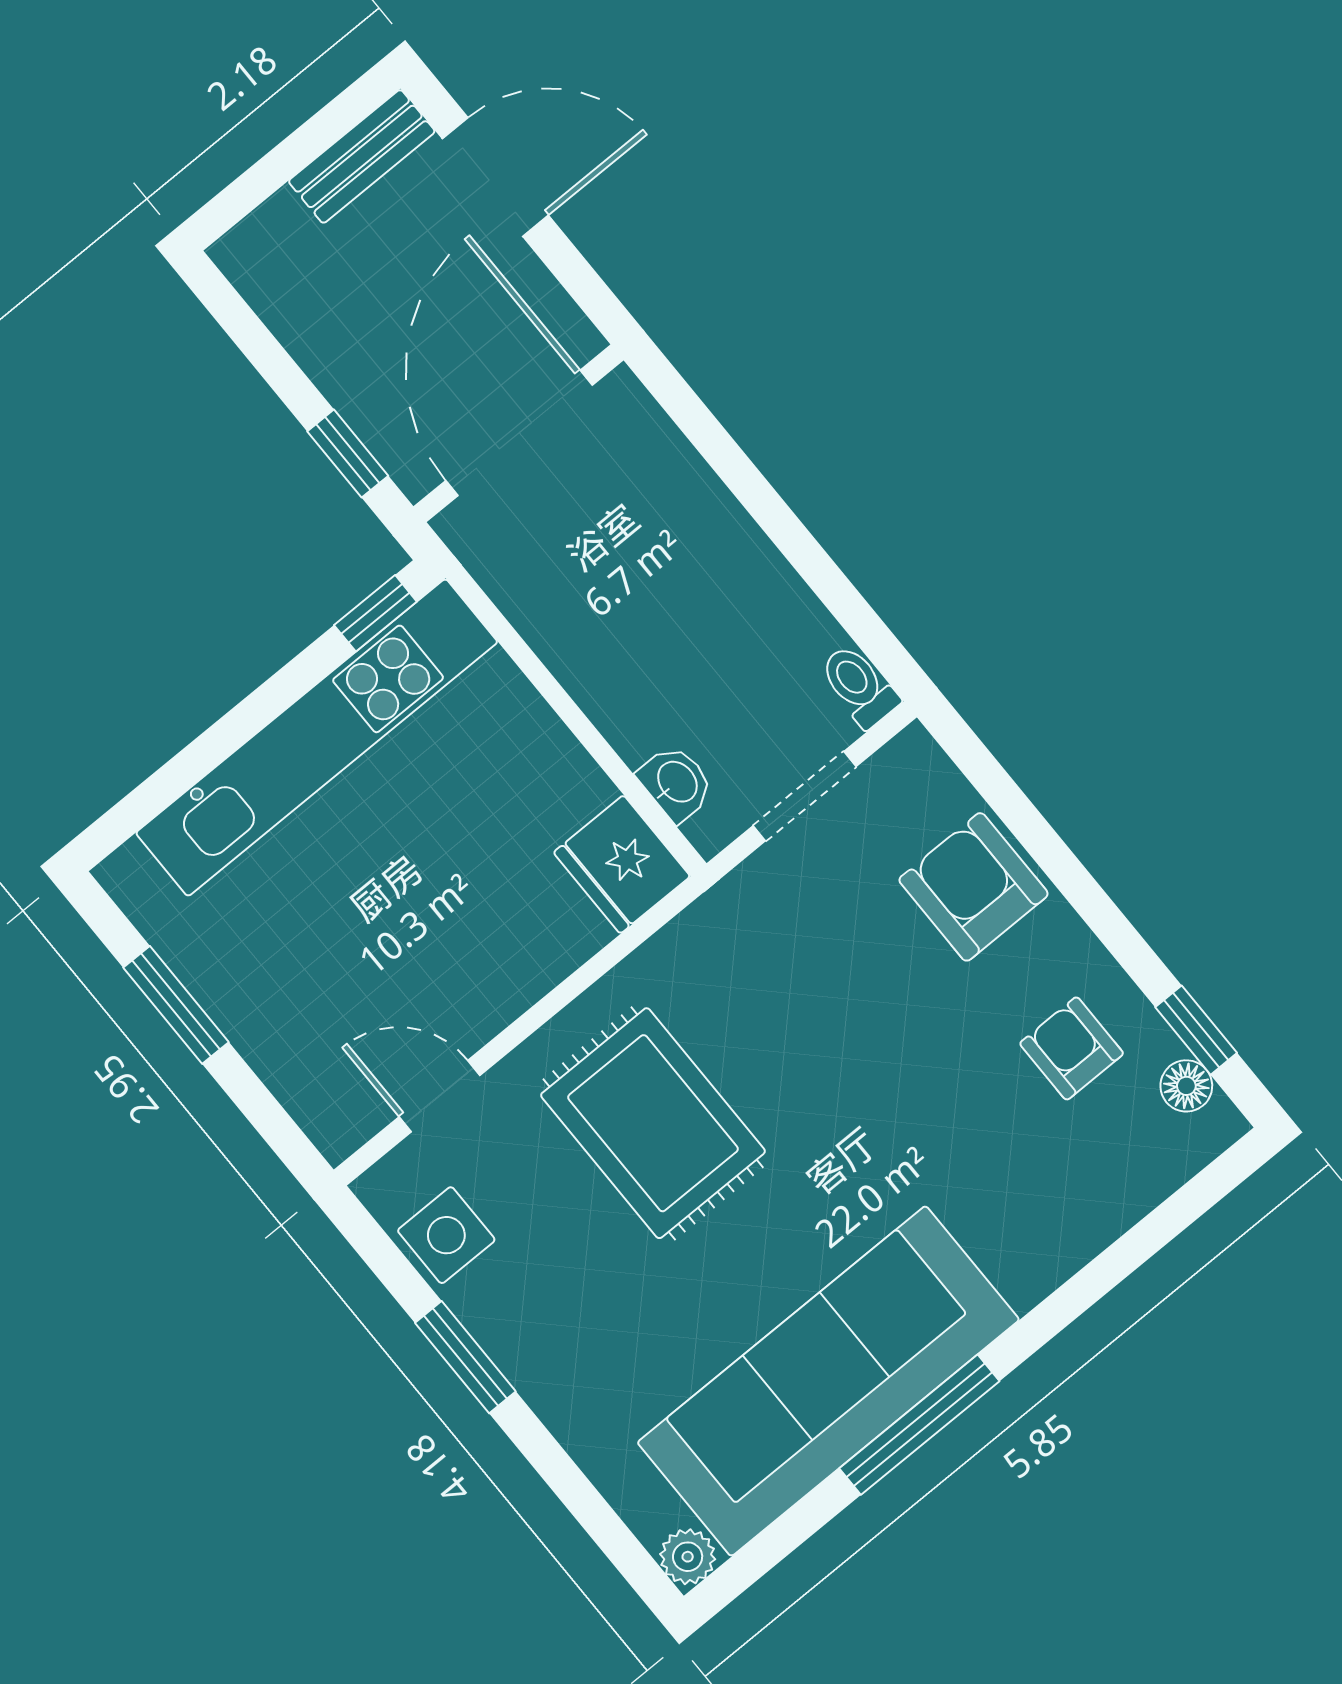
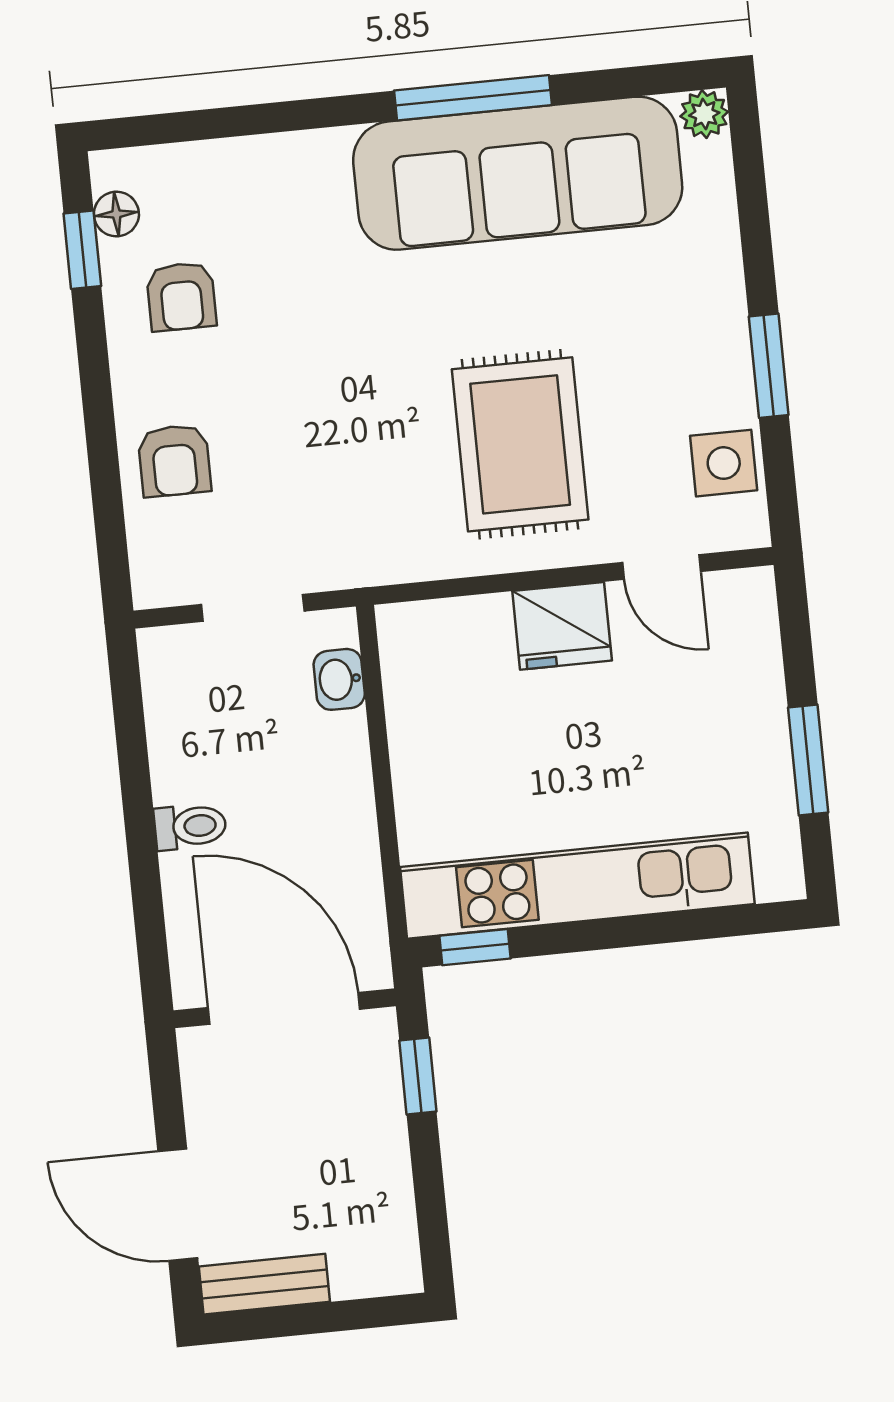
door: (519, 433) -> (284, 1008), swing flipped
toilet: (859, 686) -> (190, 826), moved, turned -90
fridge: (622, 864) -> (562, 626), moved, turned 90
armchair: (974, 887) -> (174, 461), width x0.72, depth x0.72

